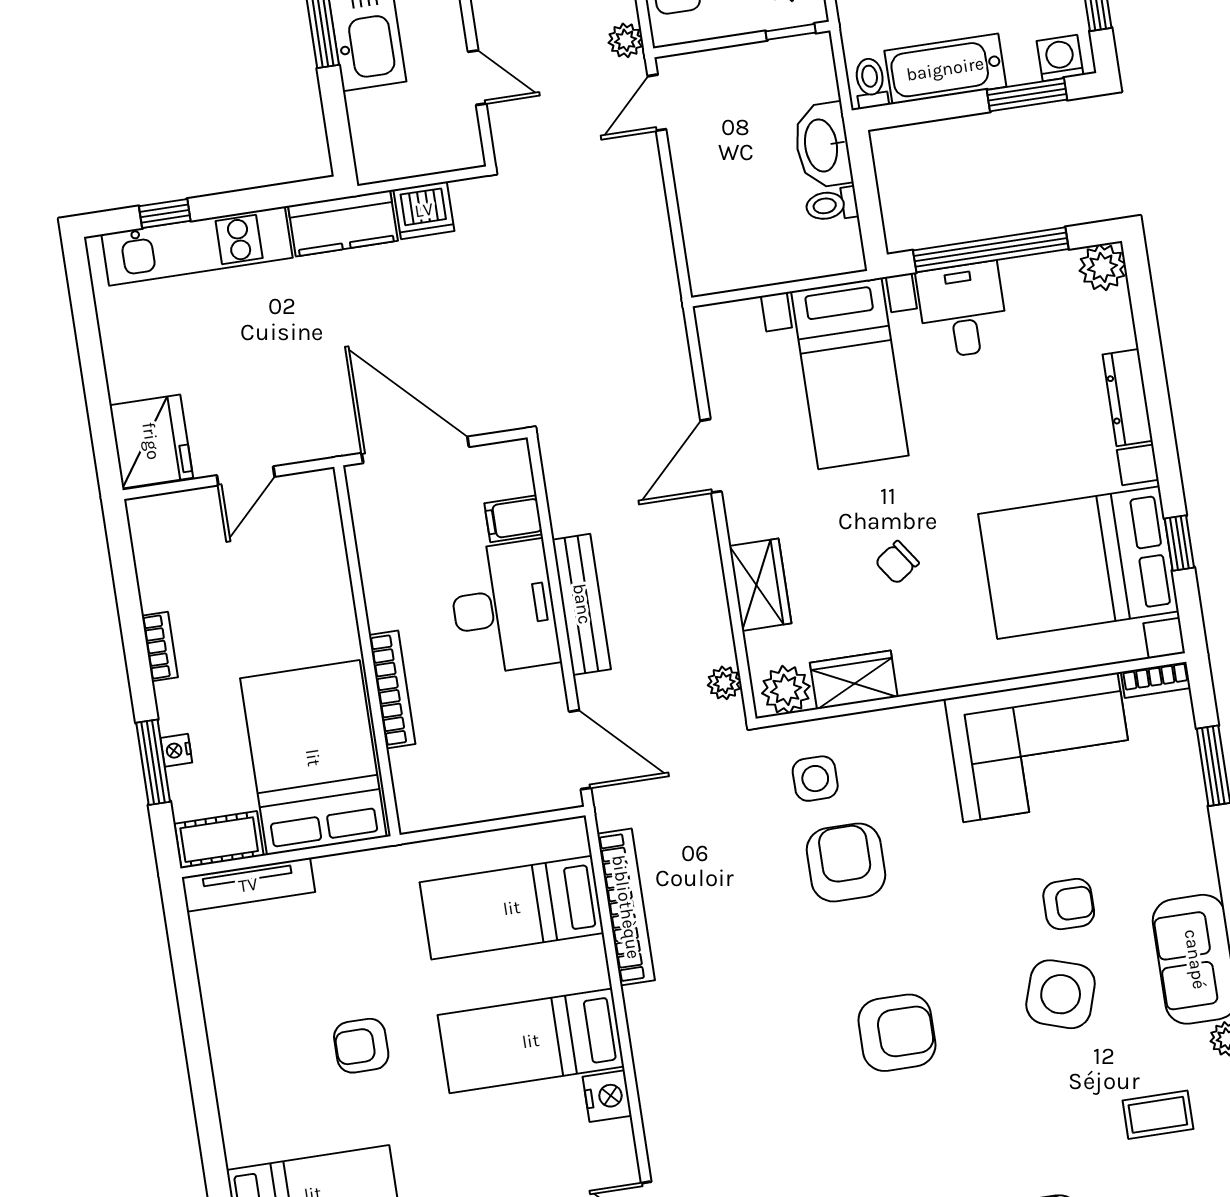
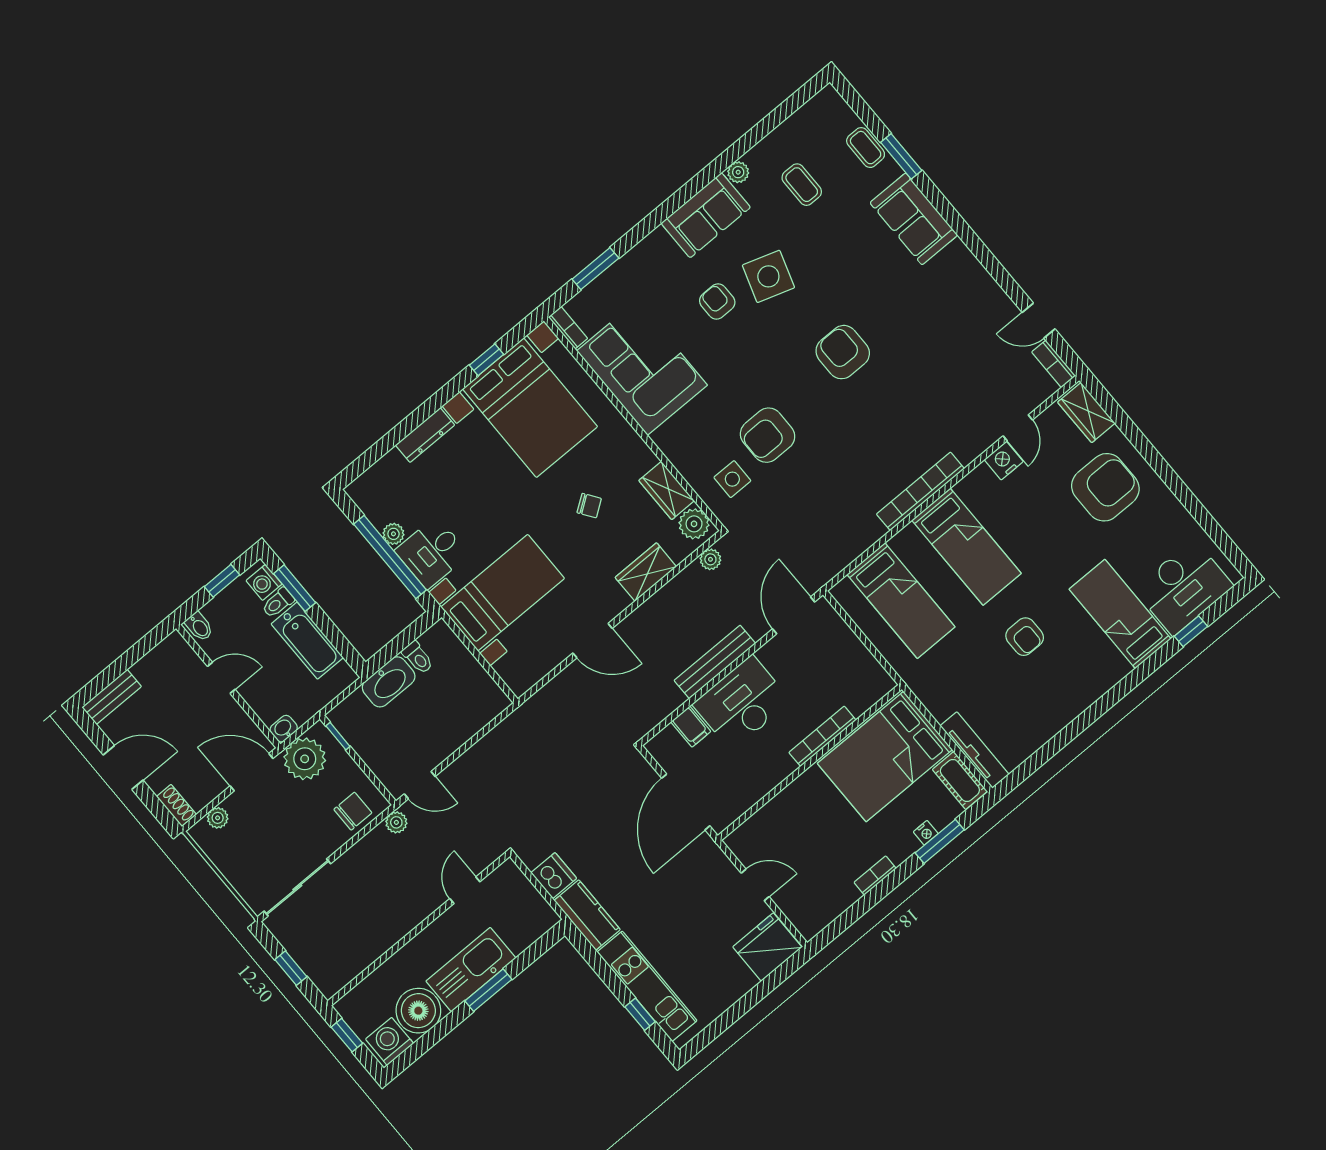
toilet: (871, 83) -> (278, 603), moved
plant: (1103, 267) -> (393, 534), moved, width x0.73, depth x0.73
bookcase: (626, 907) -> (920, 491), moved
nightstand: (607, 1096) -> (1004, 461), moved

